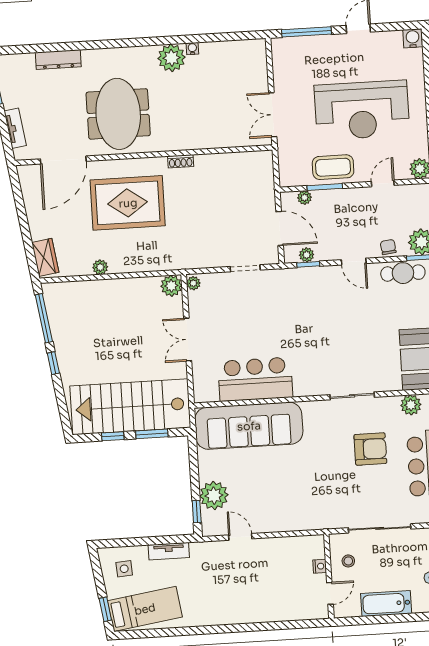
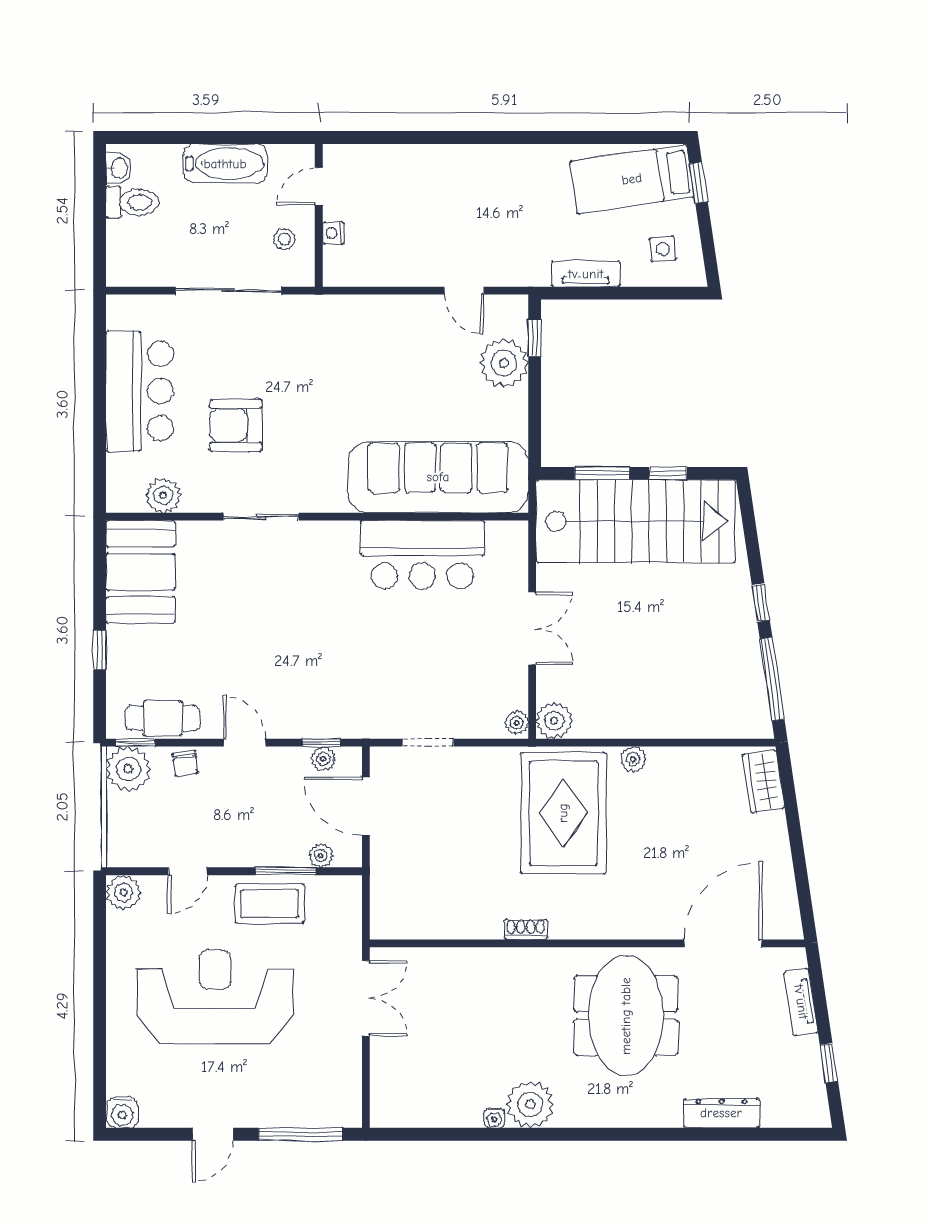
rug: (128, 203) -> (563, 813), moved, turned 90
plant: (100, 267) -> (633, 759), moved

